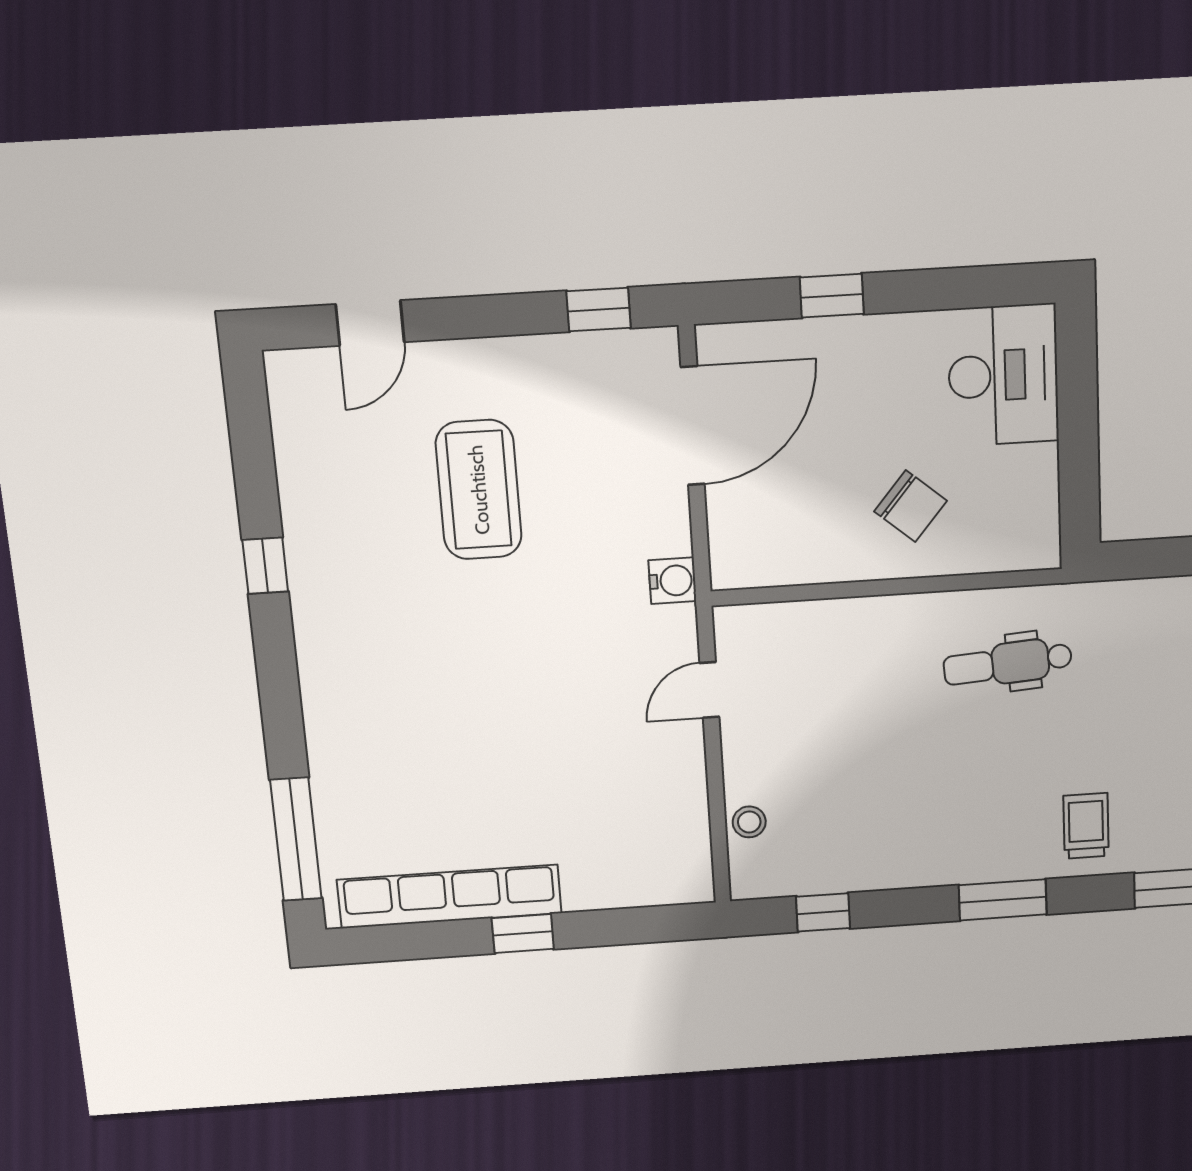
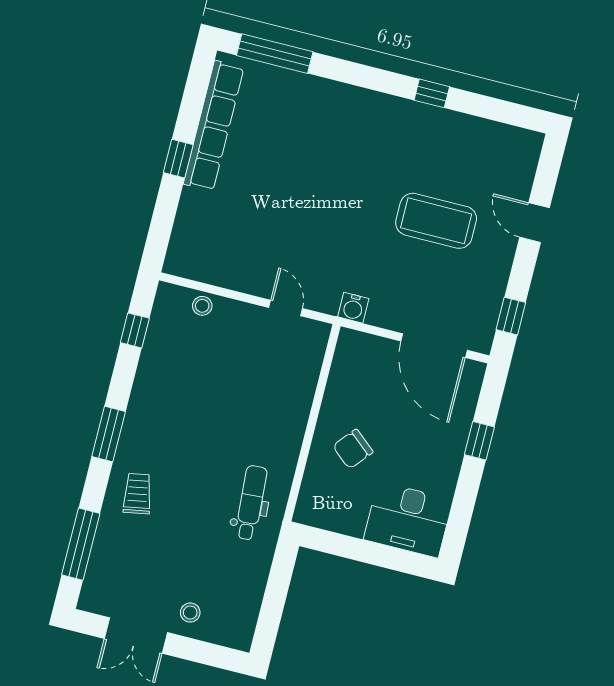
door: (370, 323) -> (535, 223), moved
dental chair: (1008, 663) -> (251, 503), moved
trolley: (1086, 826) -> (137, 494), turned -100

